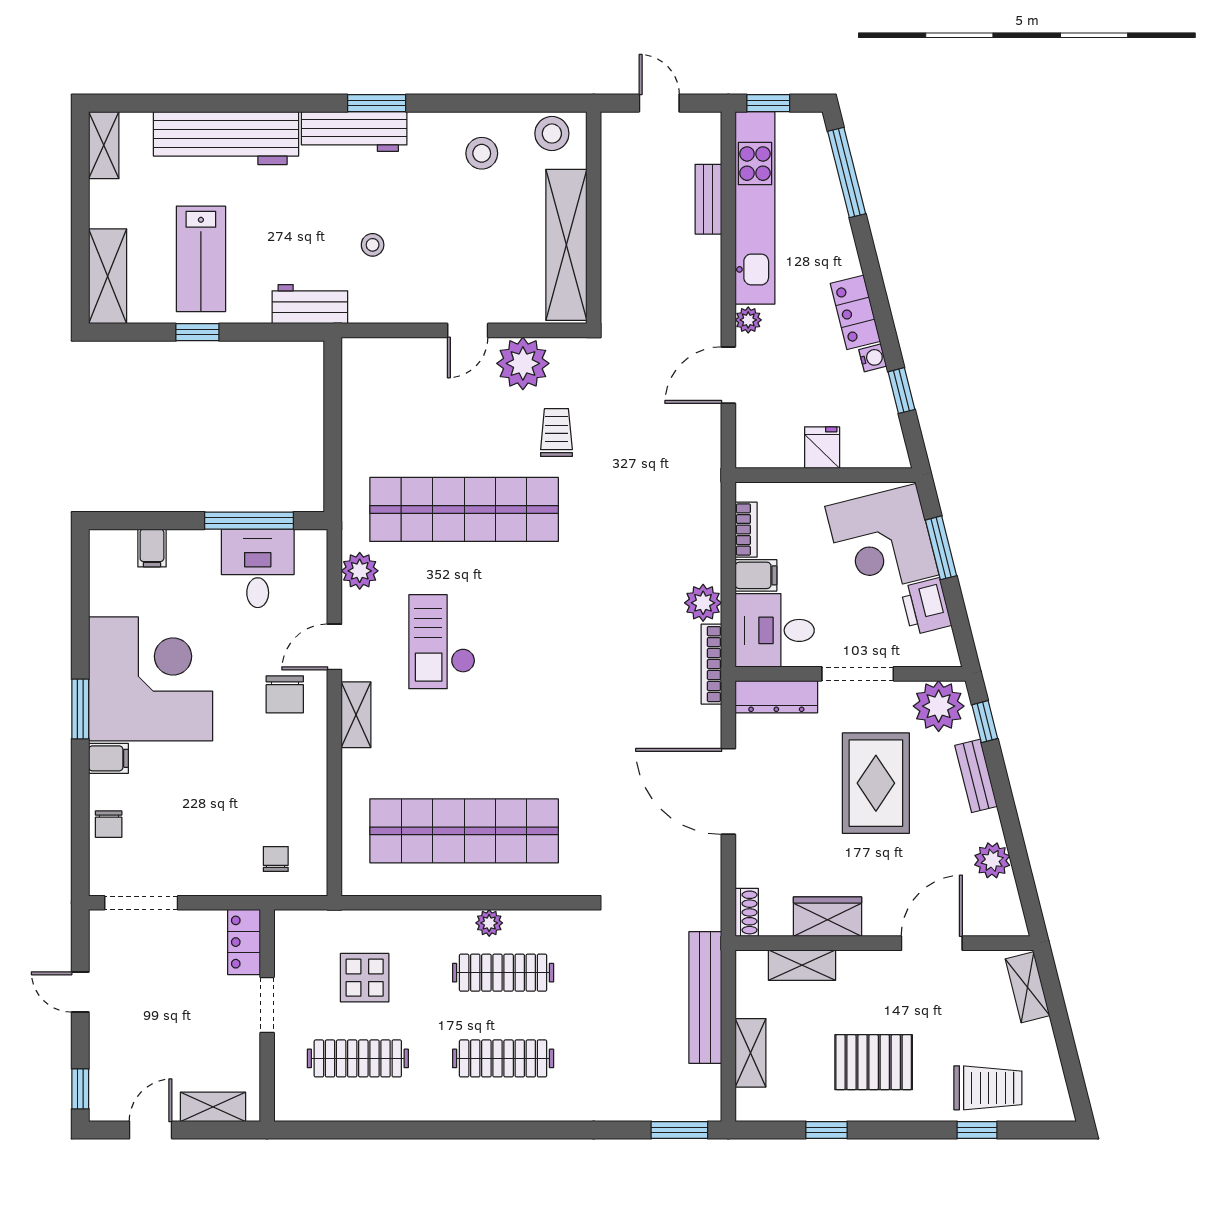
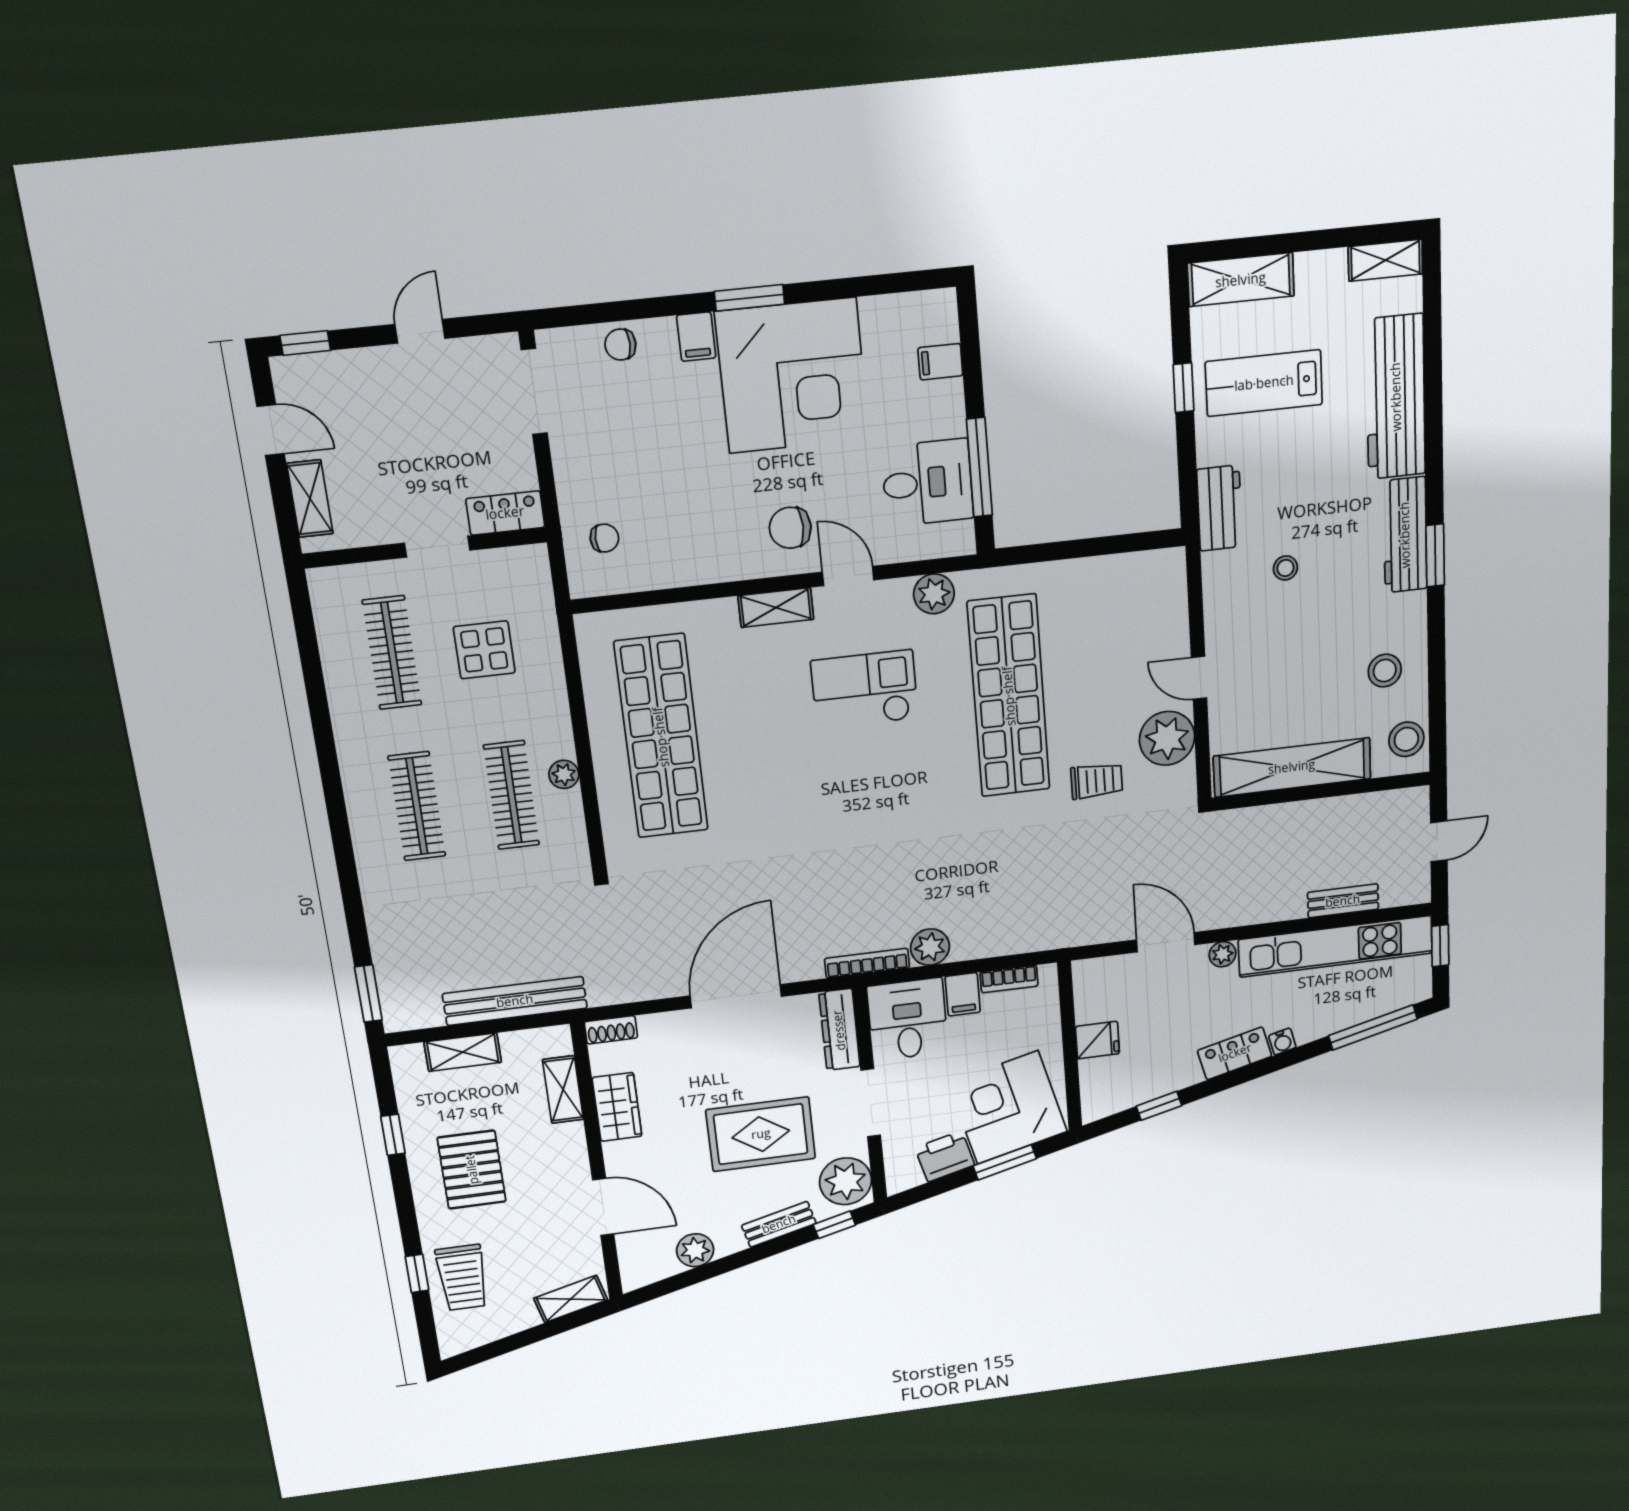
water cooler: (873, 358) -> (1282, 1041), moved

